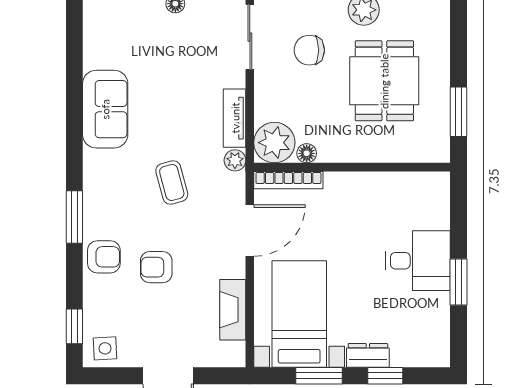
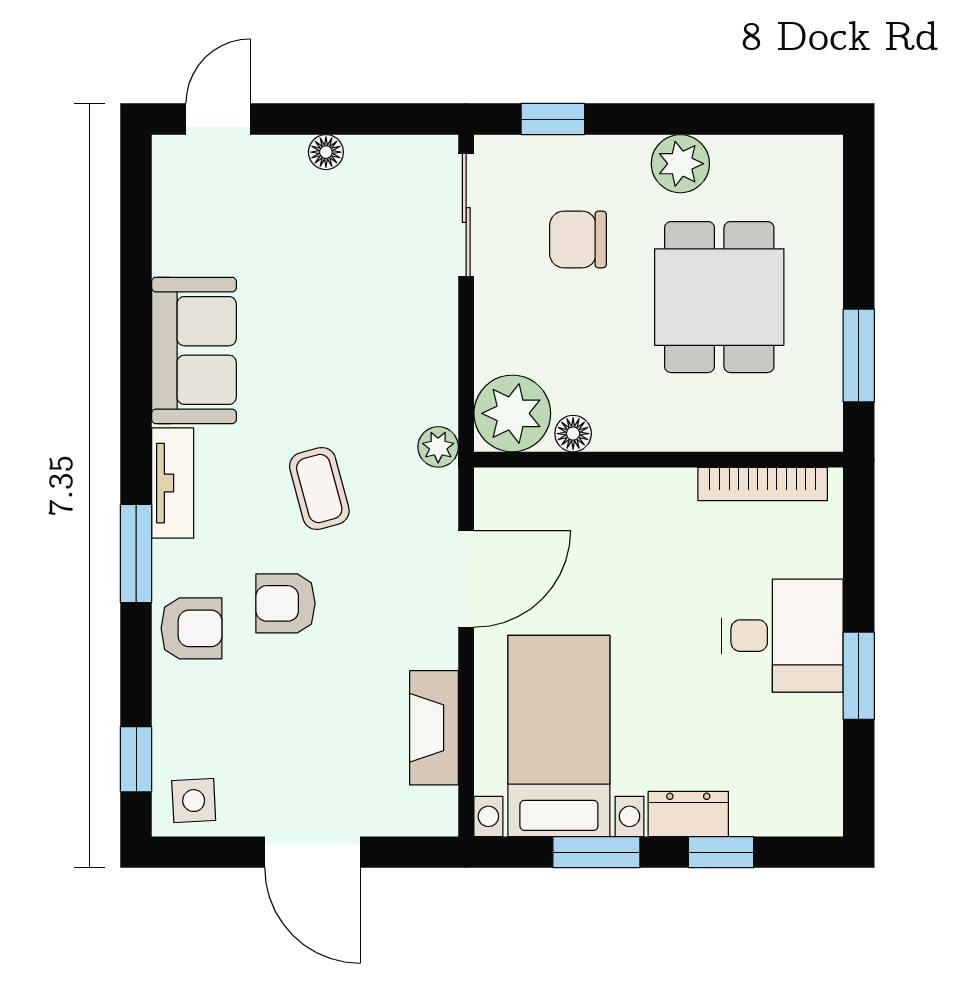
tv unit: (235, 118) -> (173, 483), moved, turned 180
bookcase: (288, 180) -> (763, 484), moved
armchair: (156, 267) -> (285, 603), moved

